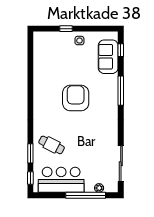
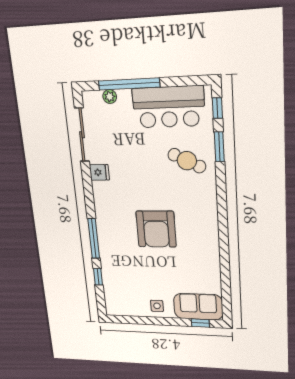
window: (66, 29) -> (200, 323), moved
window: (121, 50) -> (98, 277), moved
sofa: (108, 57) -> (198, 307), moved, turned -90
fridge: (111, 138) -> (99, 172), added

